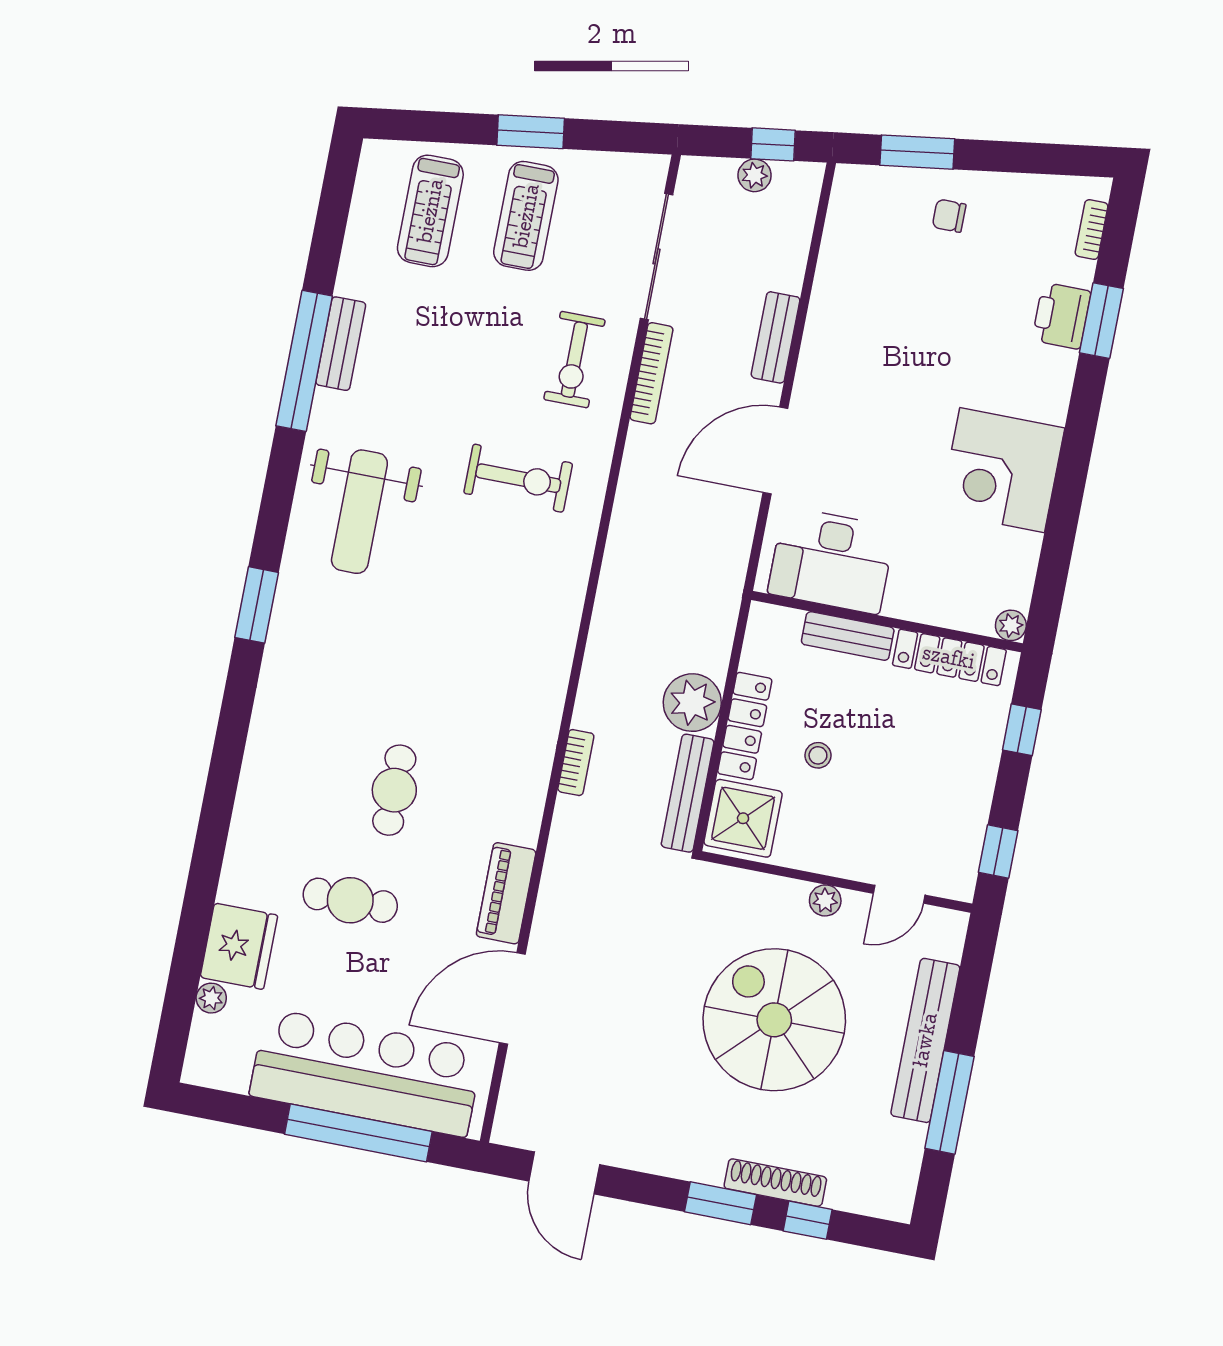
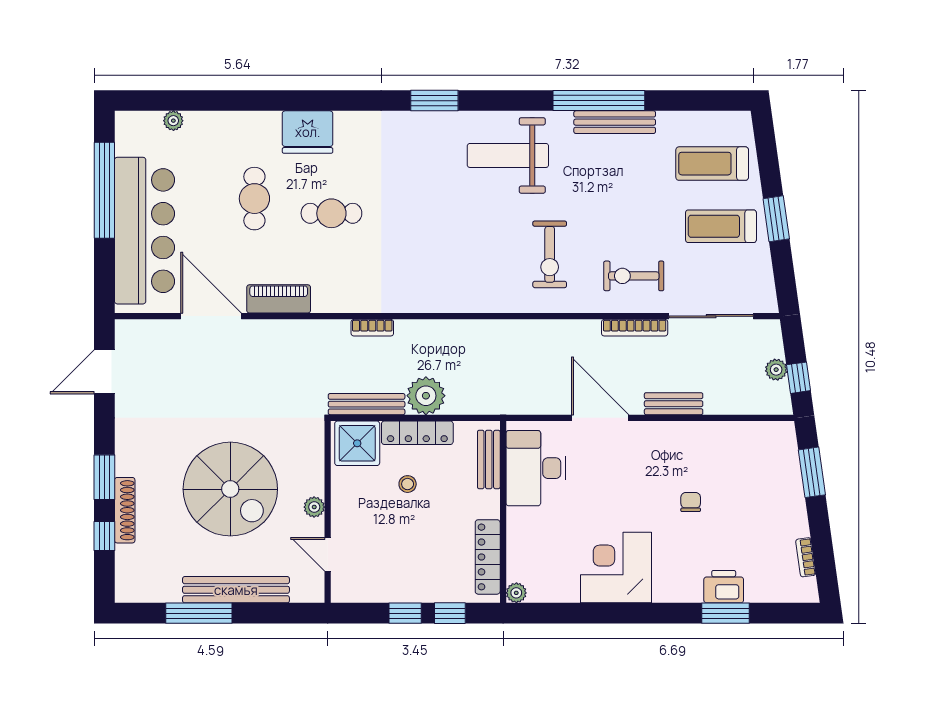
chair: (949, 216) -> (691, 502), moved
bookcase: (1092, 230) -> (806, 557), moved, turned -98
bench: (341, 344) -> (615, 122), width x1.36
bench: (848, 636) -> (489, 459), moved
window: (998, 852) -> (405, 613), moved
fridge: (239, 946) -> (308, 132), moved
spiral stairs: (774, 1020) -> (230, 489), turned 90
window: (358, 1133) -> (104, 190), moved

